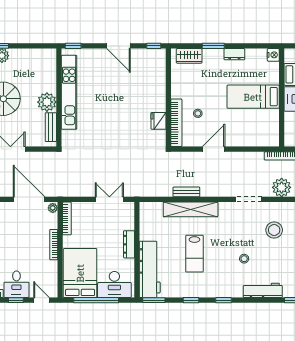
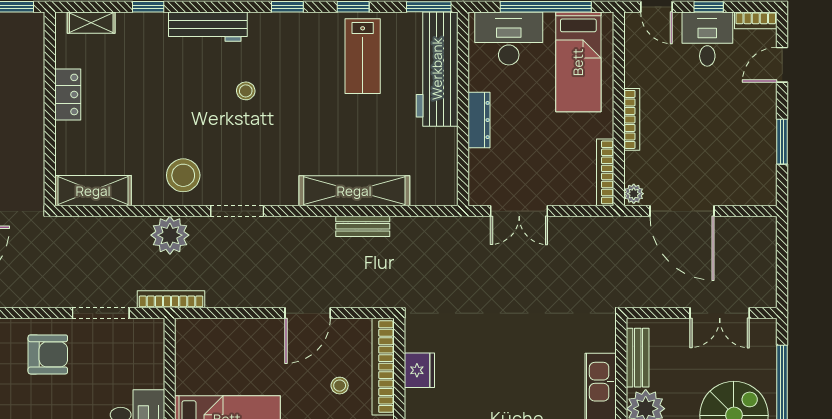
stool: (274, 230) -> (183, 175), moved
lab bench: (194, 254) -> (363, 56), moved, turned 180
bed: (80, 273) -> (578, 62), width x0.67

